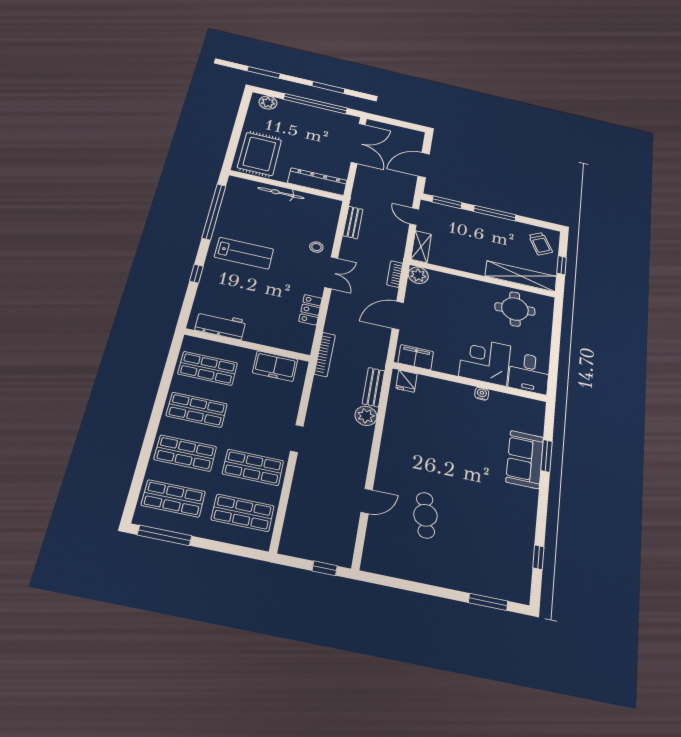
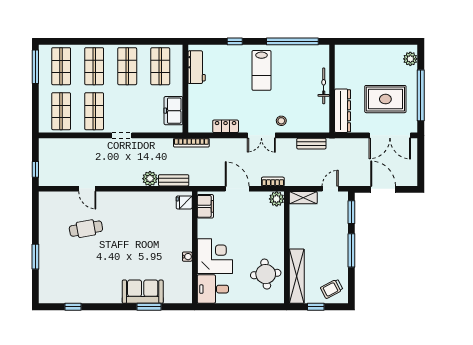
rug: (259, 154) -> (385, 99), moved
window: (488, 602) -> (35, 257), moved

